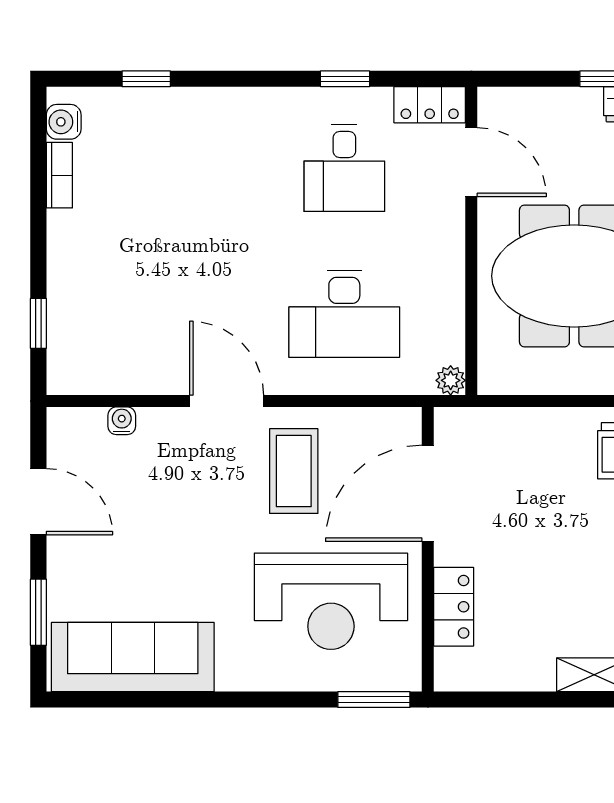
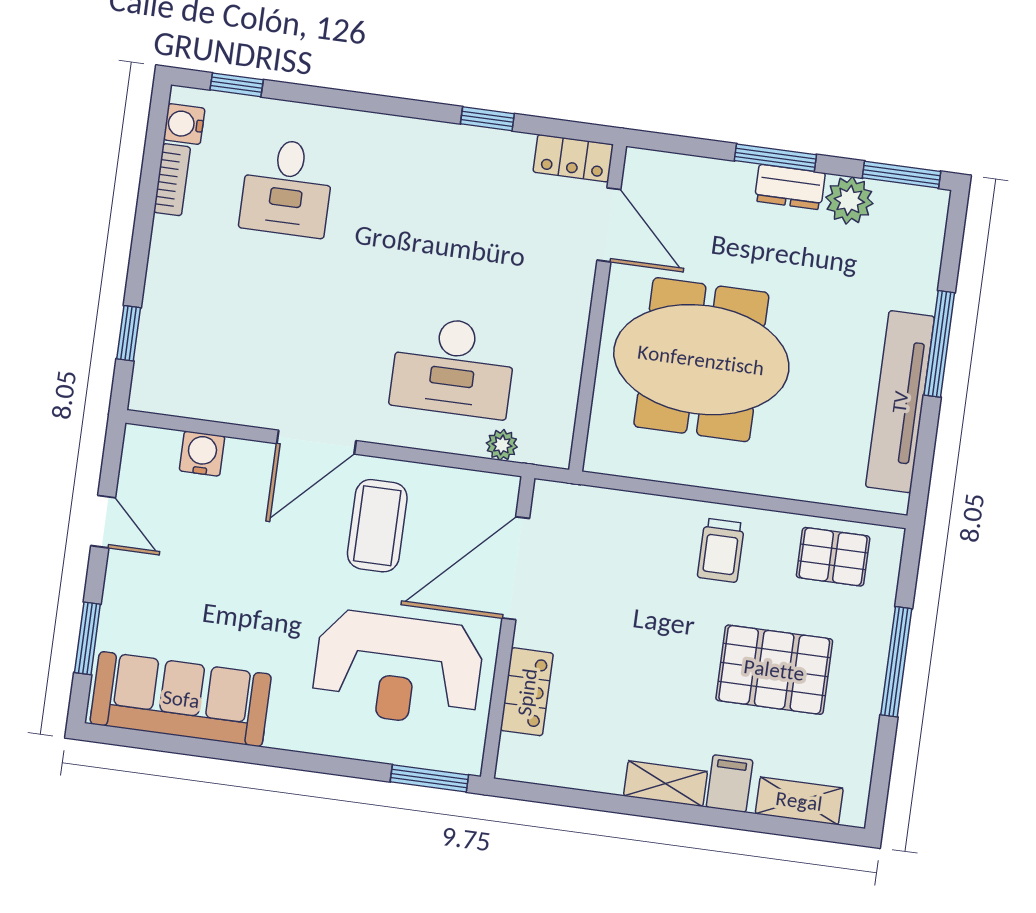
window: (146, 79) -> (237, 85), moved
desk: (344, 168) -> (287, 188), moved
plant: (451, 380) -> (502, 445), moved
door: (227, 401) -> (316, 442), swing flipped
water cooler: (122, 421) -> (202, 454), width x1.38, depth x1.38
door: (38, 502) -> (103, 522), width x0.73

